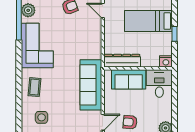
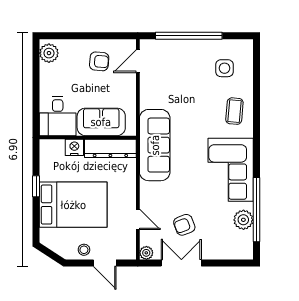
bed: (148, 21) -> (73, 205), width x1.50
nightstand: (166, 61) -> (74, 147), moved
sofa: (91, 85) -> (155, 145), moved

